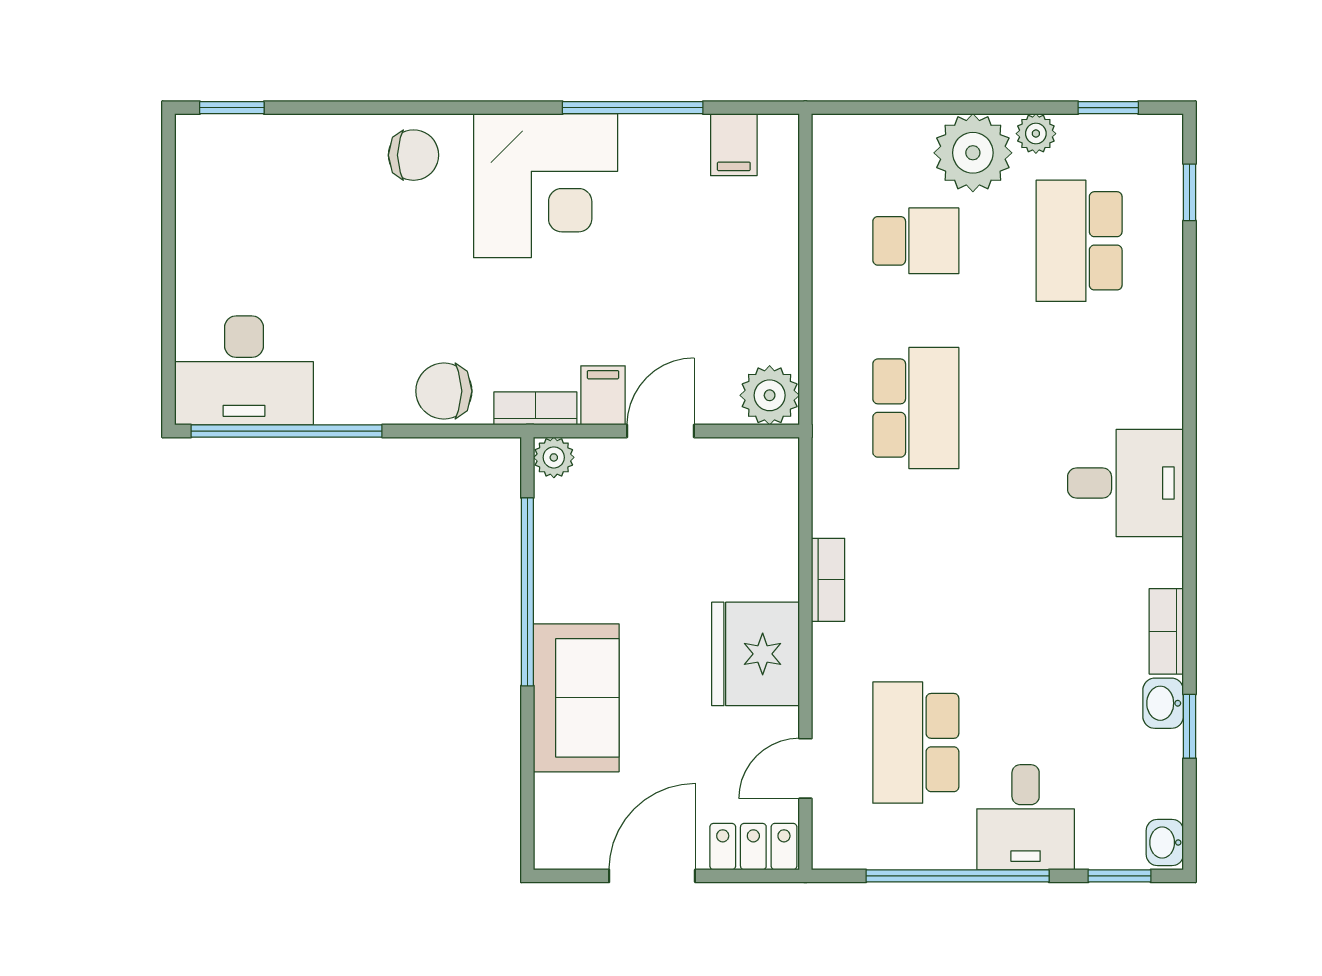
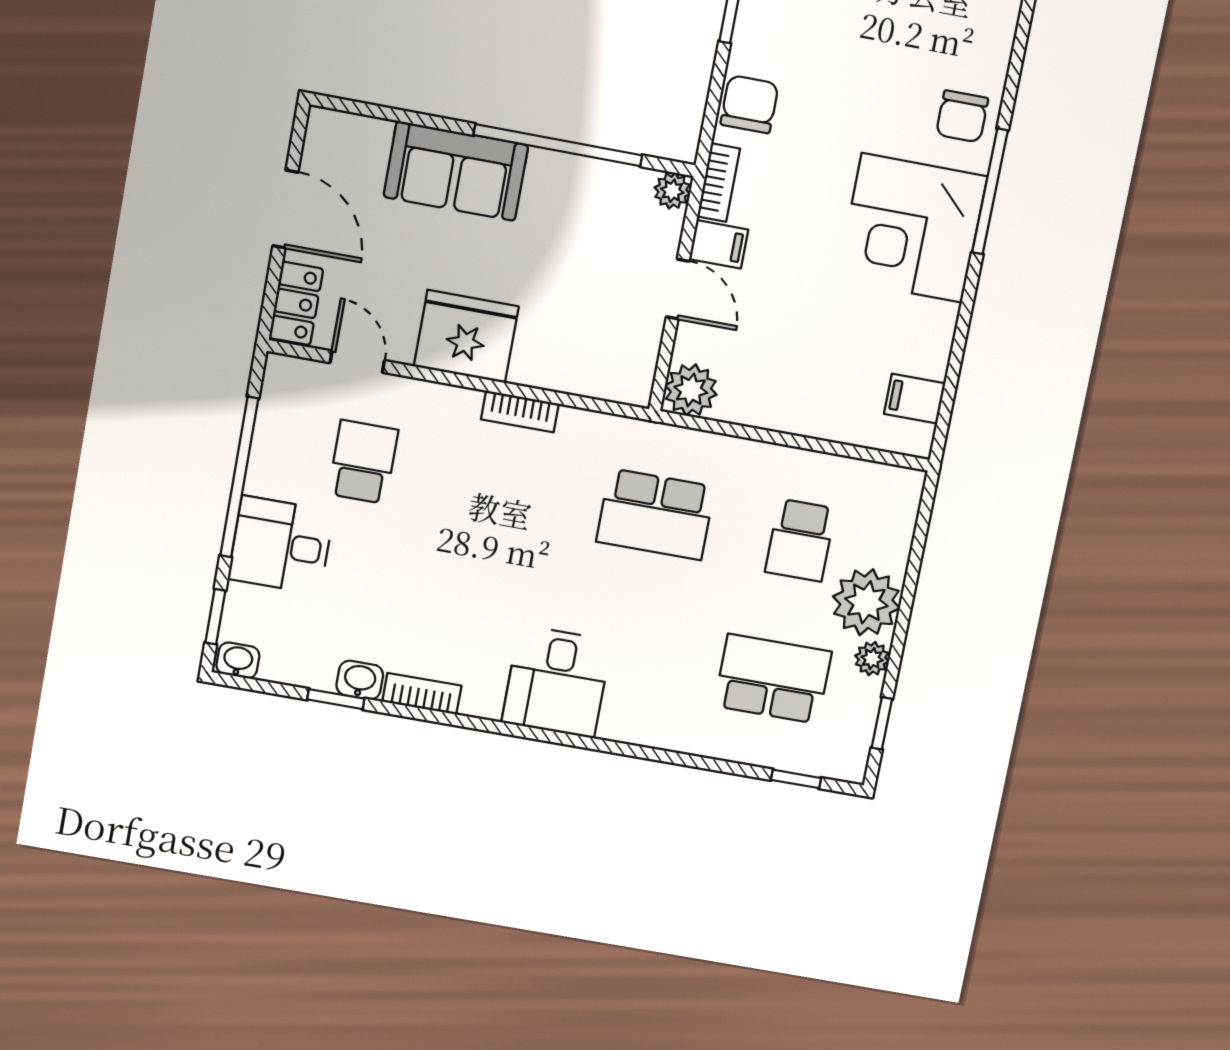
window: (633, 108) -> (990, 191), moved
school desk: (916, 743) -> (363, 462), width x0.54

